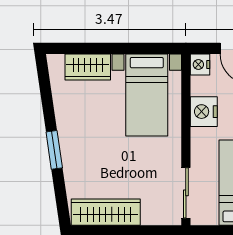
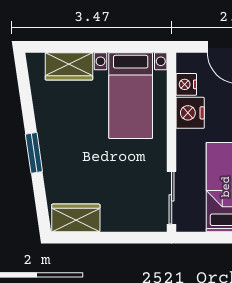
nightstand: (200, 65) -> (186, 84), moved
wardrobe: (106, 212) -> (76, 218), width x0.67

